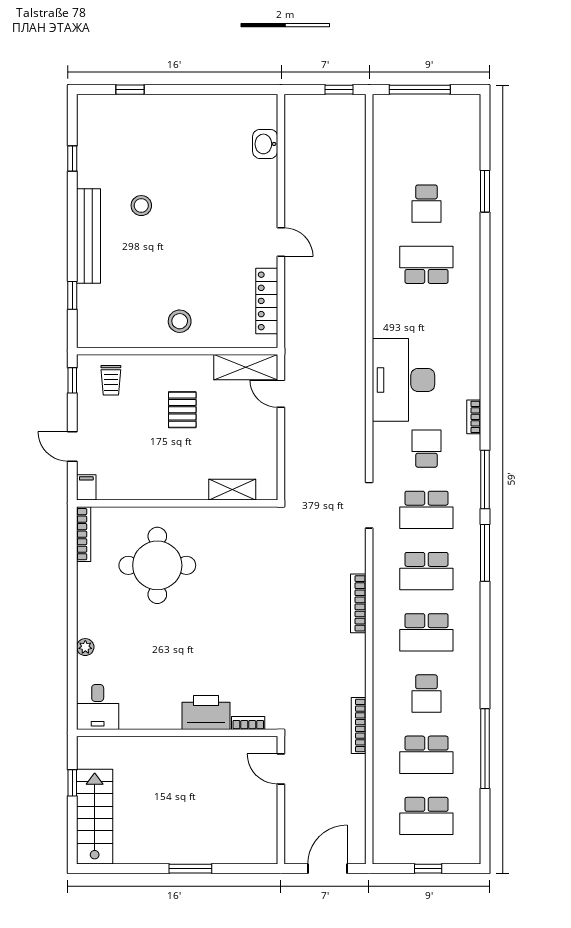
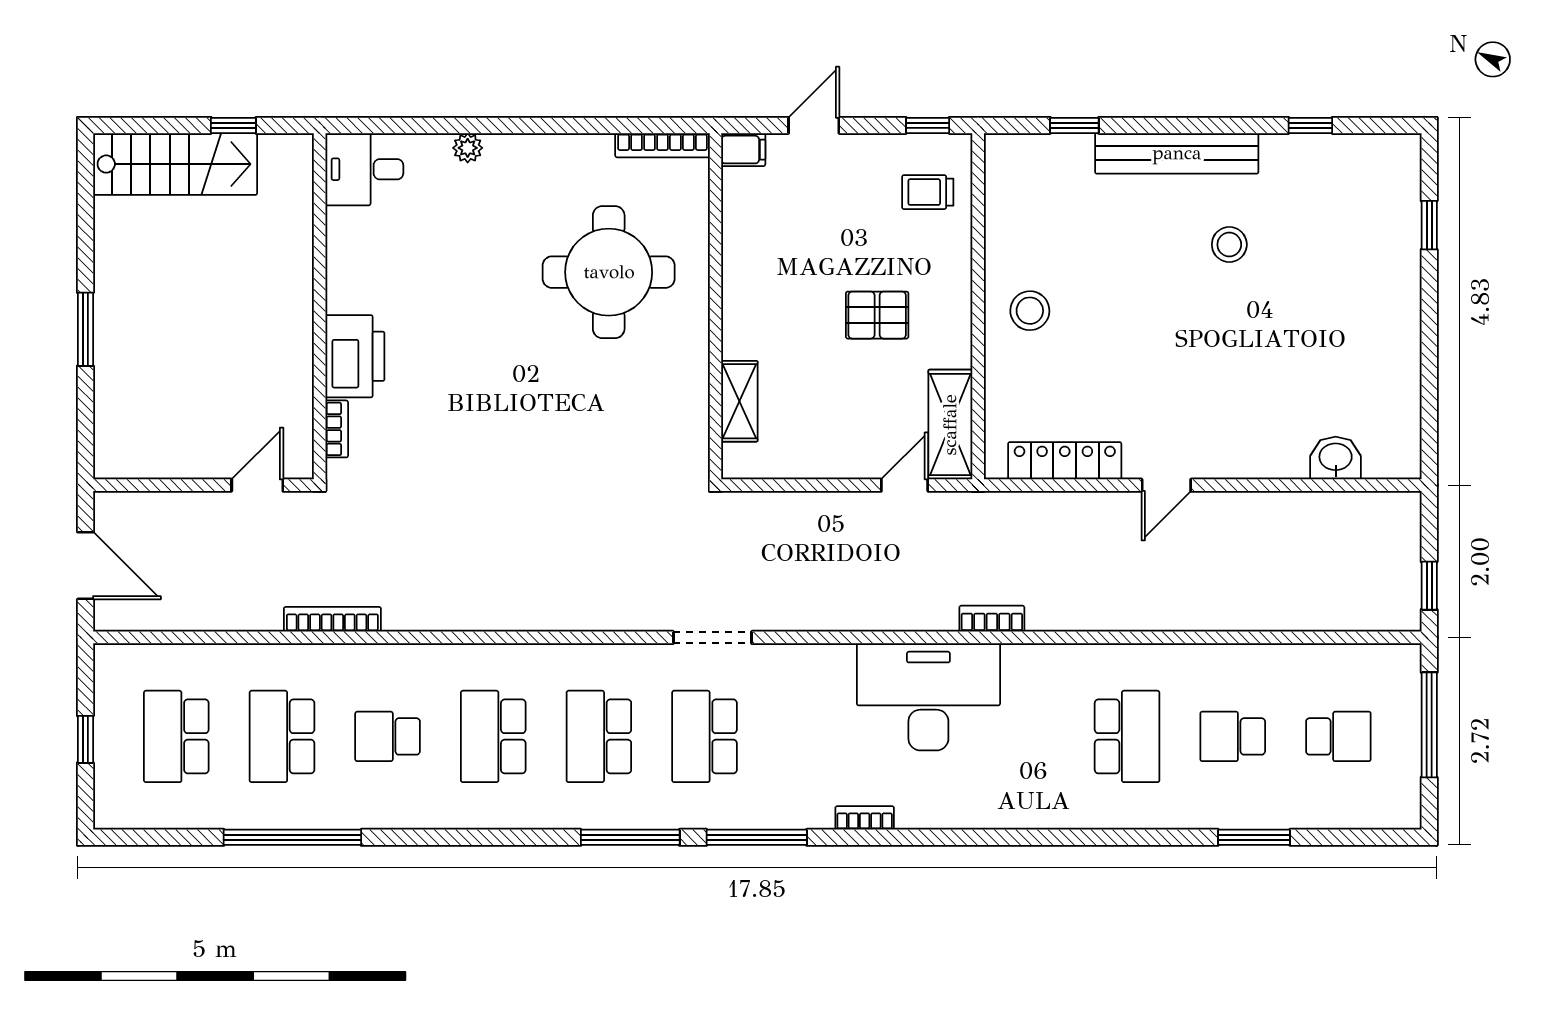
school desk: (426, 449) -> (1338, 736), moved
bookcase: (358, 603) -> (992, 619), moved, width x0.64

